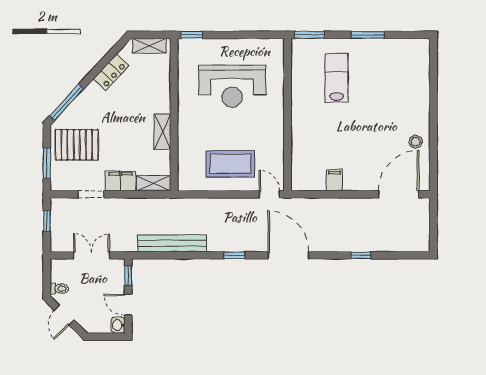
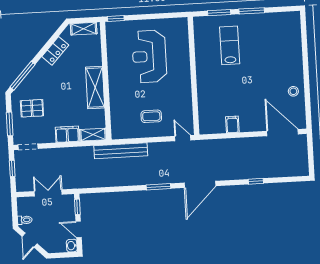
window: (310, 35) -> (219, 13), moved
reception desk: (232, 86) -> (149, 56), turned 90
shelving: (162, 132) -> (95, 88), width x1.50, depth x1.33
pallet: (77, 145) -> (32, 108), width x0.67, depth x0.71
coffee table: (230, 164) -> (151, 116), width x0.54, depth x0.58
doorway: (91, 194) -> (28, 147), moved
door: (399, 194) -> (282, 133), hinge flipped
bench: (172, 243) -> (121, 151), moved
window: (234, 255) -> (158, 187), width x1.50
door: (288, 255) -> (200, 184), swing flipped

